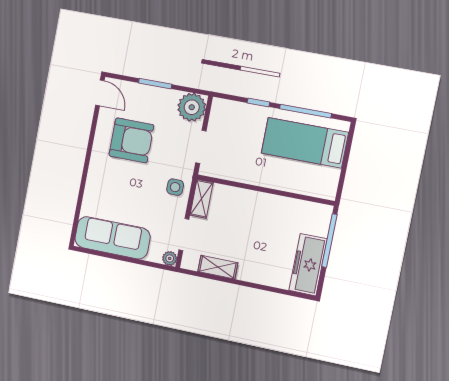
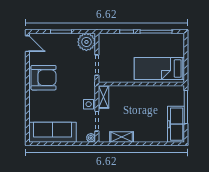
armchair: (131, 140) -> (44, 78), moved
bed: (305, 143) -> (159, 69), moved
side table: (175, 187) -> (89, 104), moved

